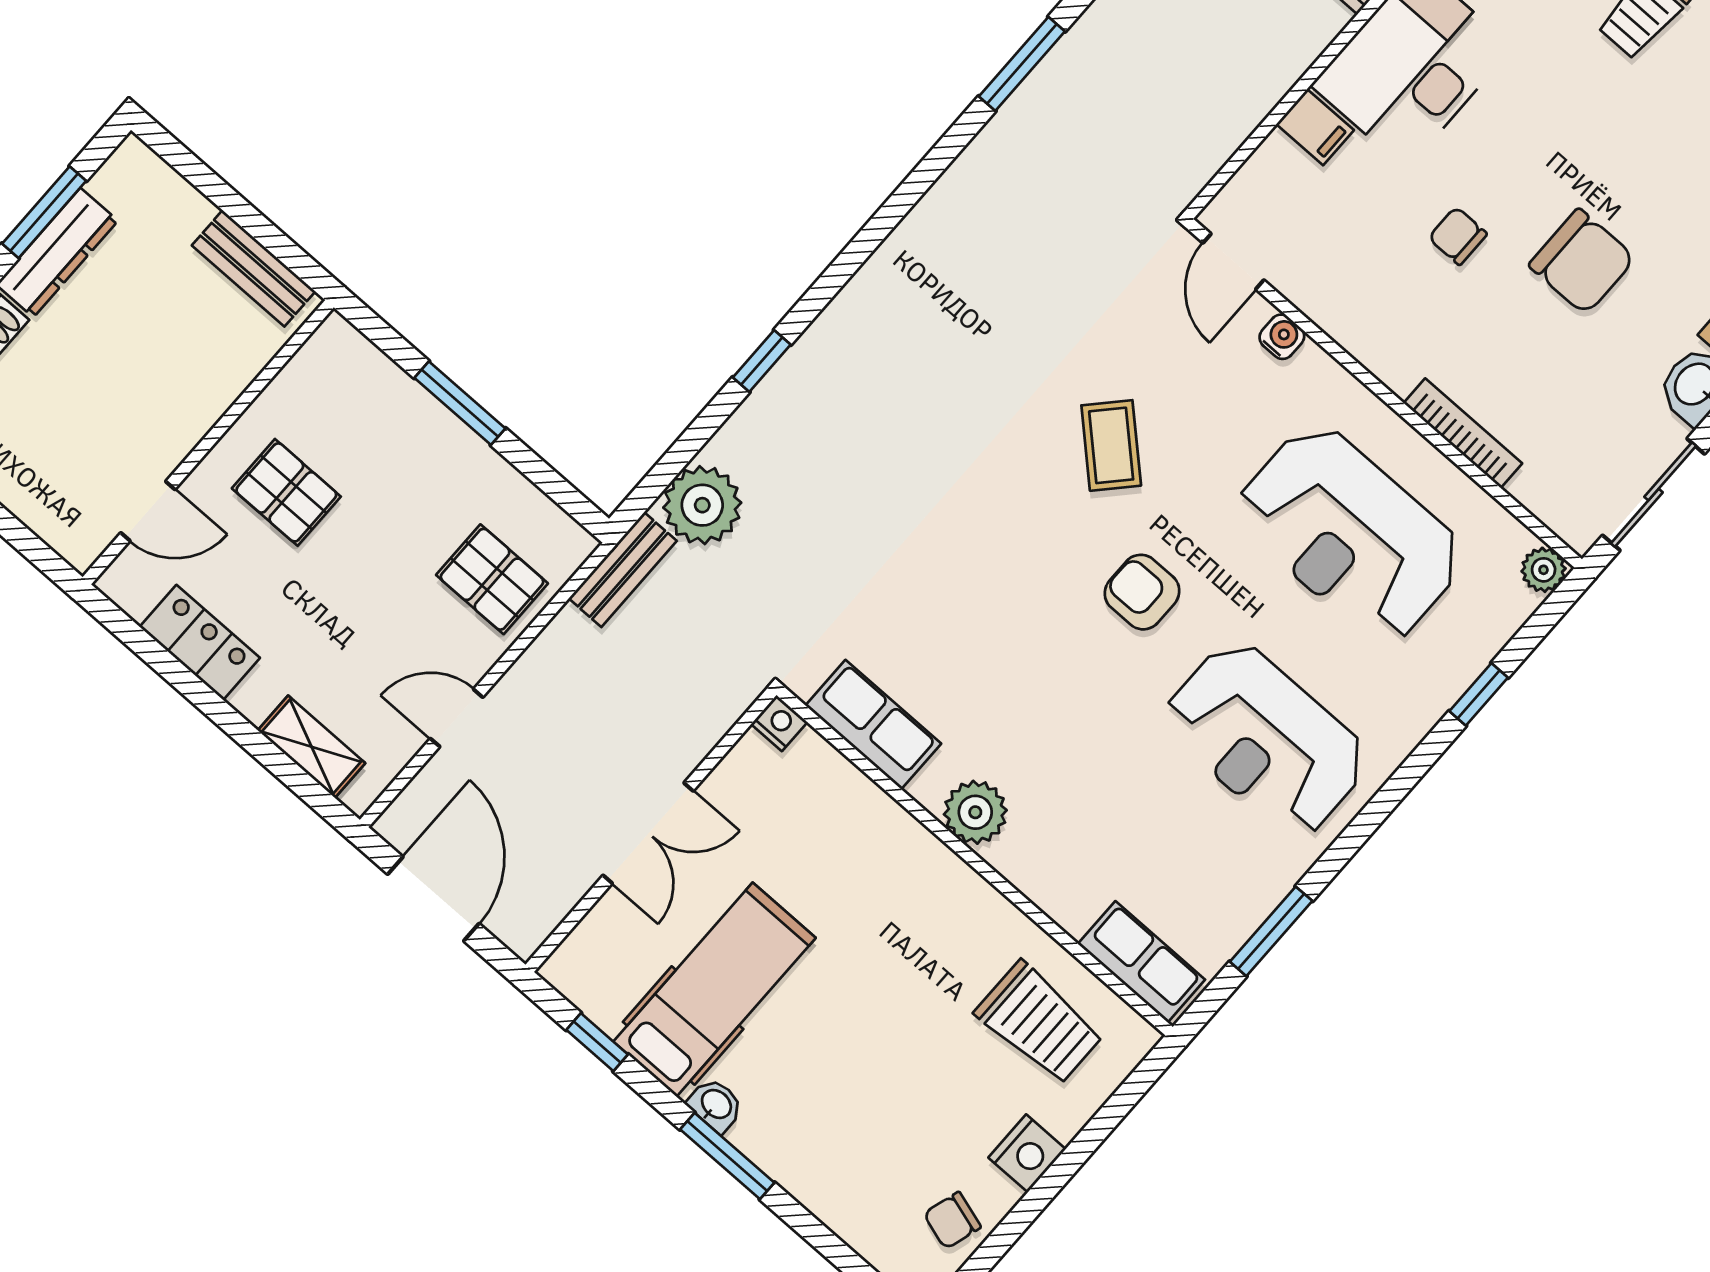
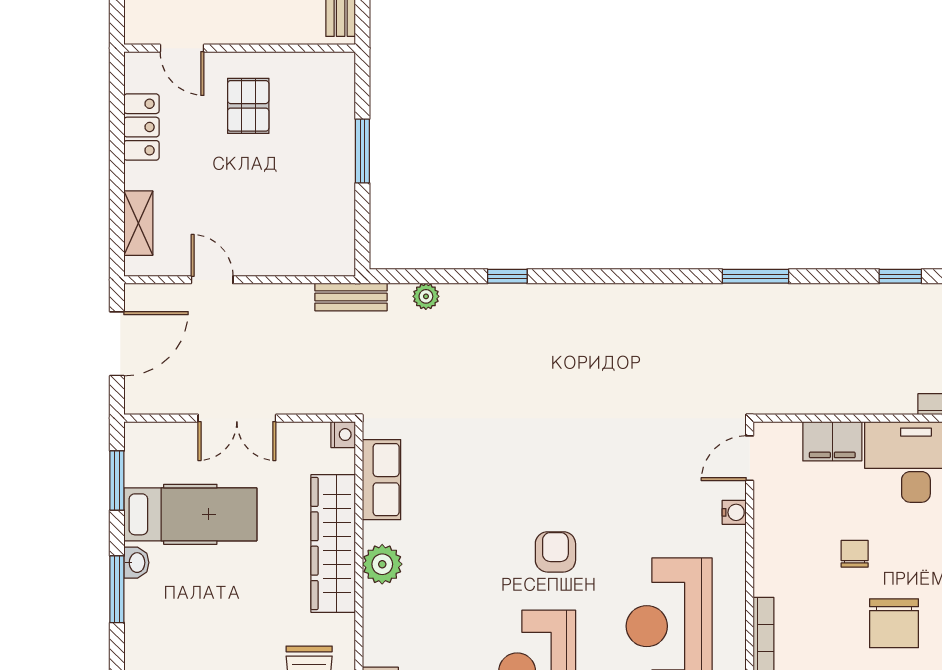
filing cabinet: (1315, 127) -> (832, 441), width x2.00
coffee table: (1111, 445) -> (612, 477), removed
plant: (702, 505) -> (426, 296), width x0.53, depth x0.53
pallet: (492, 579) -> (292, 239), removed
wardrobe: (899, 849) -> (333, 543), added
window: (597, 1042) -> (117, 481), width x1.50

